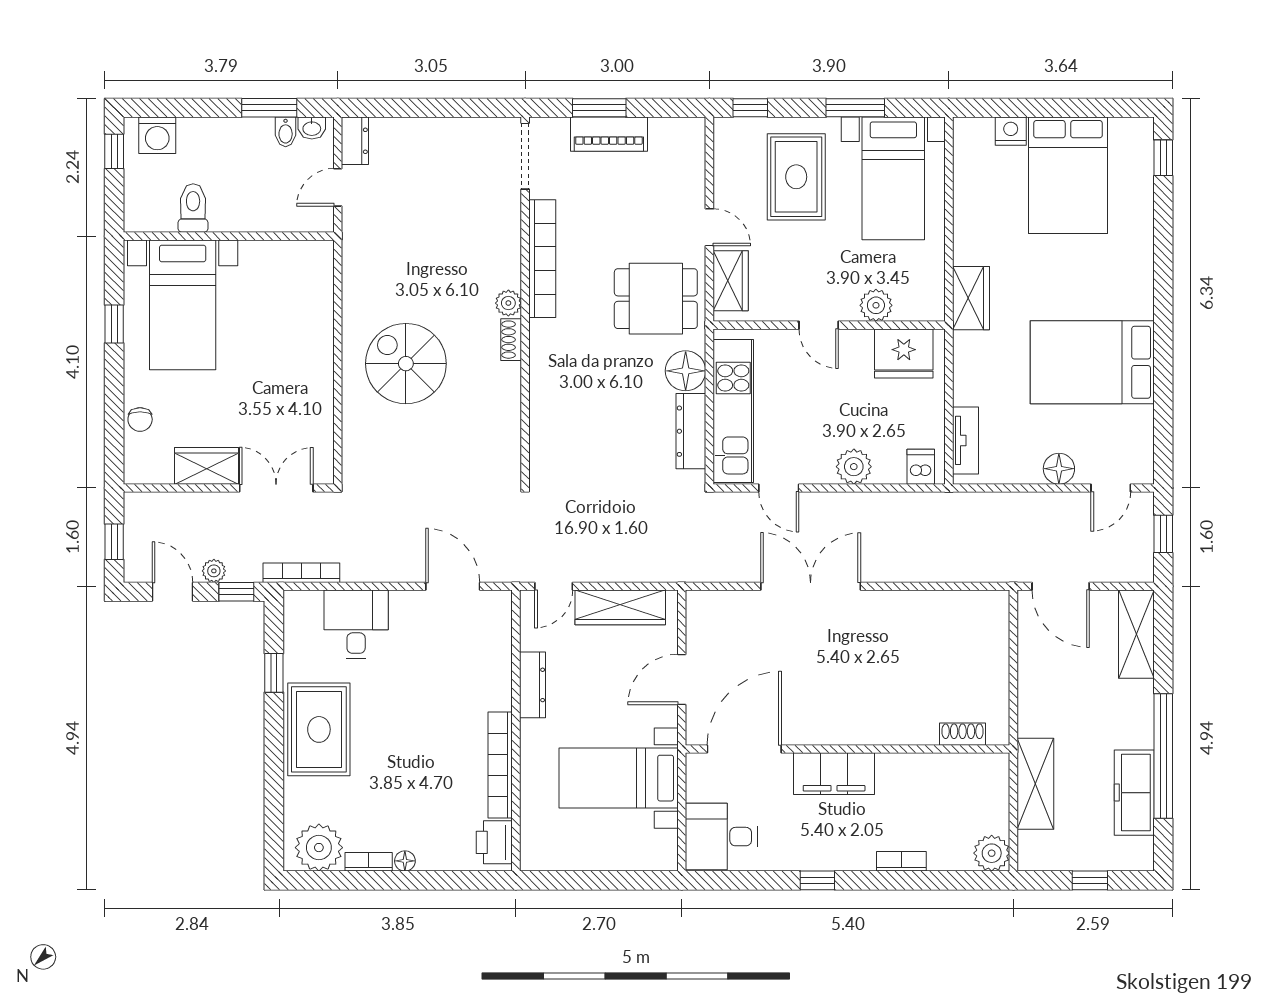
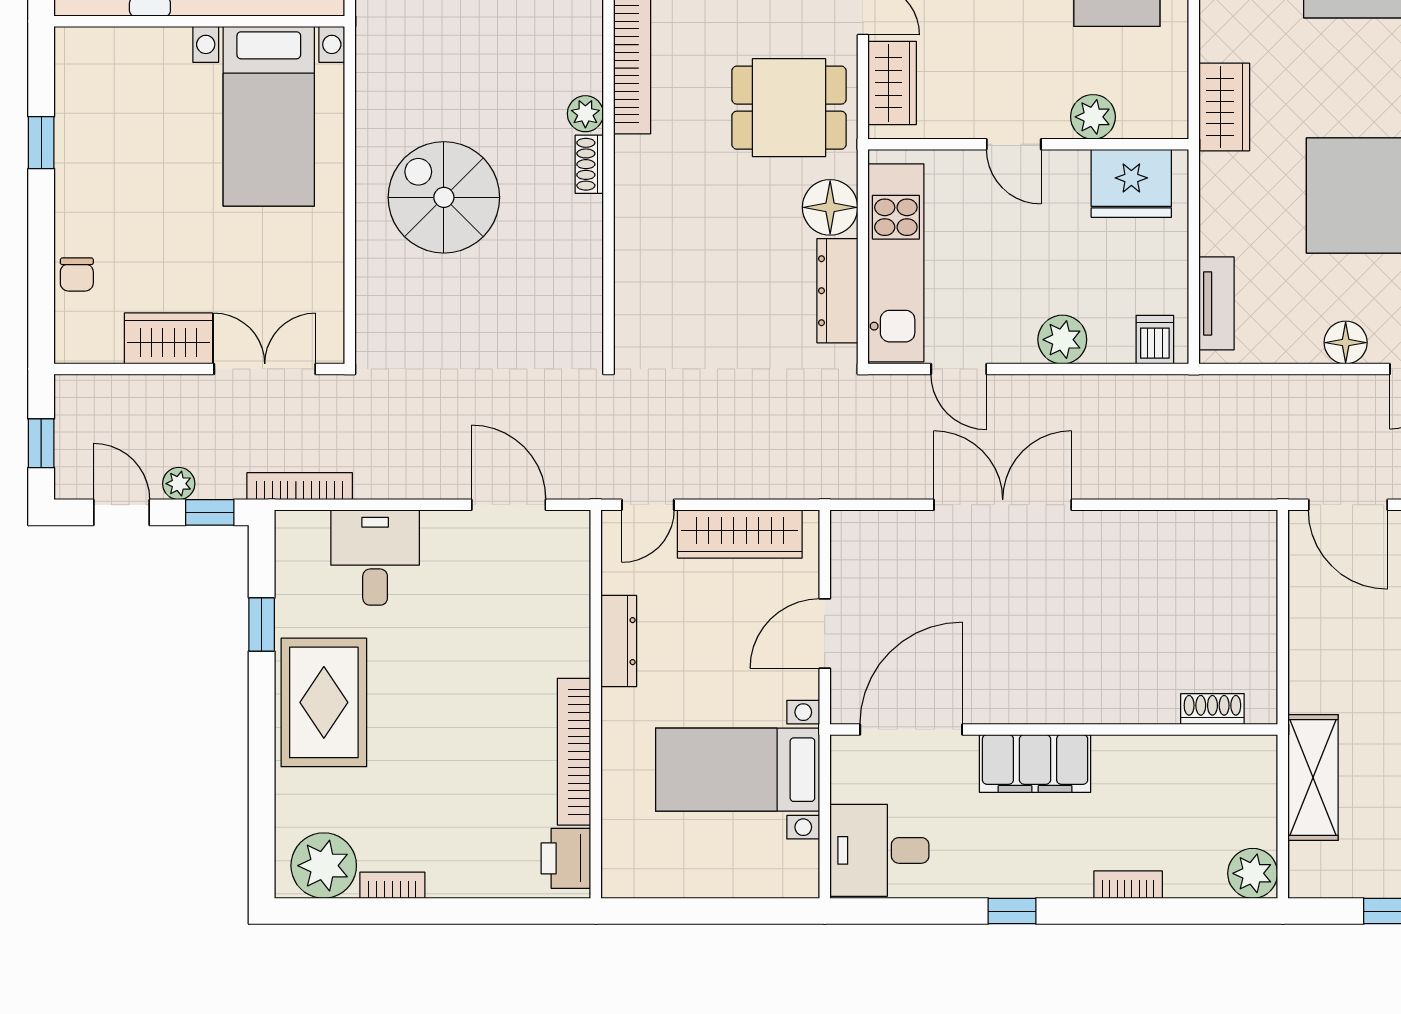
bed with nightstands: (183, 305) -> (269, 116), moved
floor lamp: (405, 861) -> (443, 884), removed

